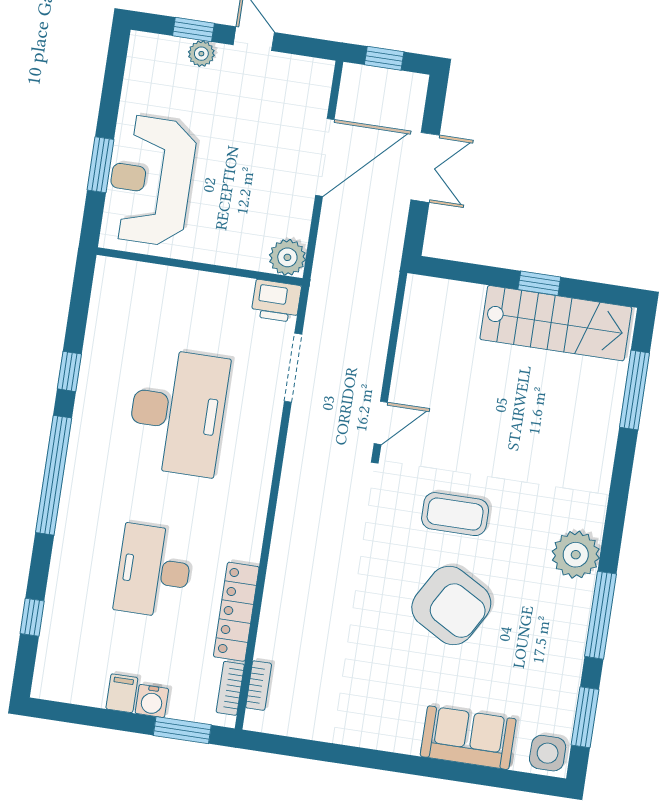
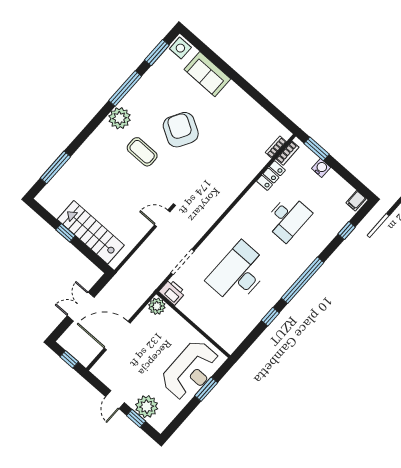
plant: (201, 54) -> (147, 407), width x1.87, depth x1.87
stairs: (556, 323) -> (91, 232), moved
coffee table: (455, 514) -> (142, 152), moved
locker: (236, 612) -> (271, 176), width x0.66
filing cabinet: (122, 693) -> (356, 201), moved

